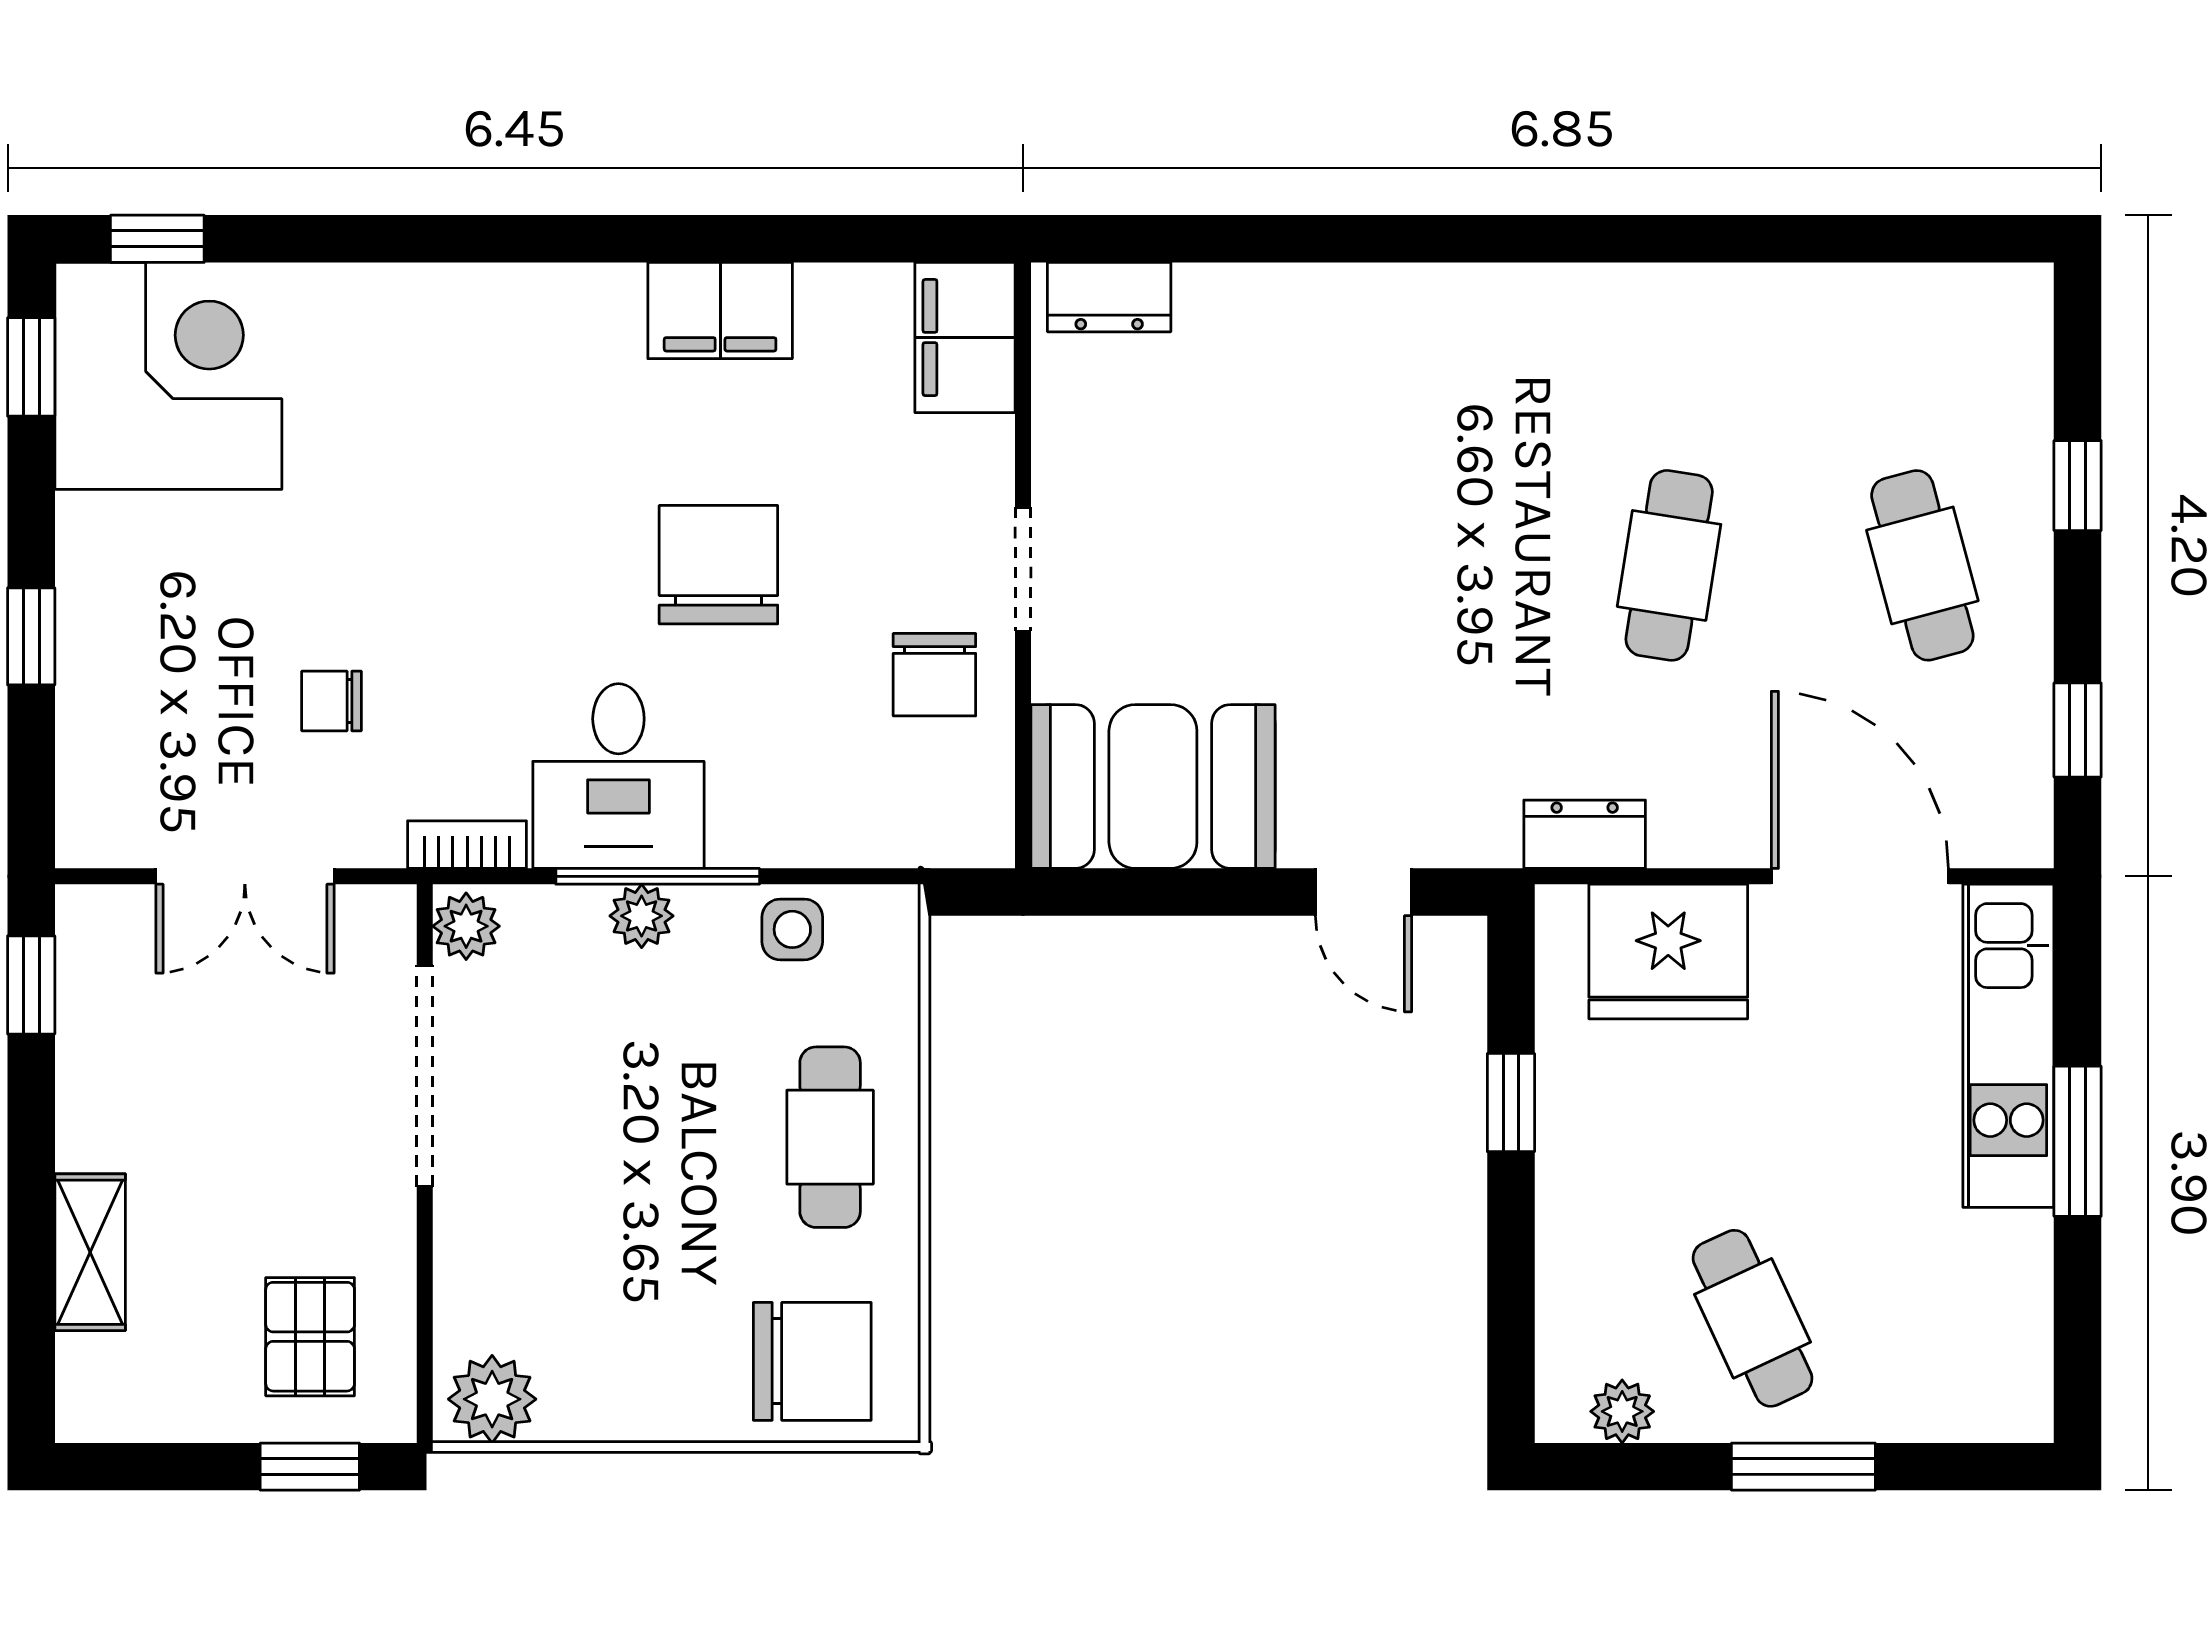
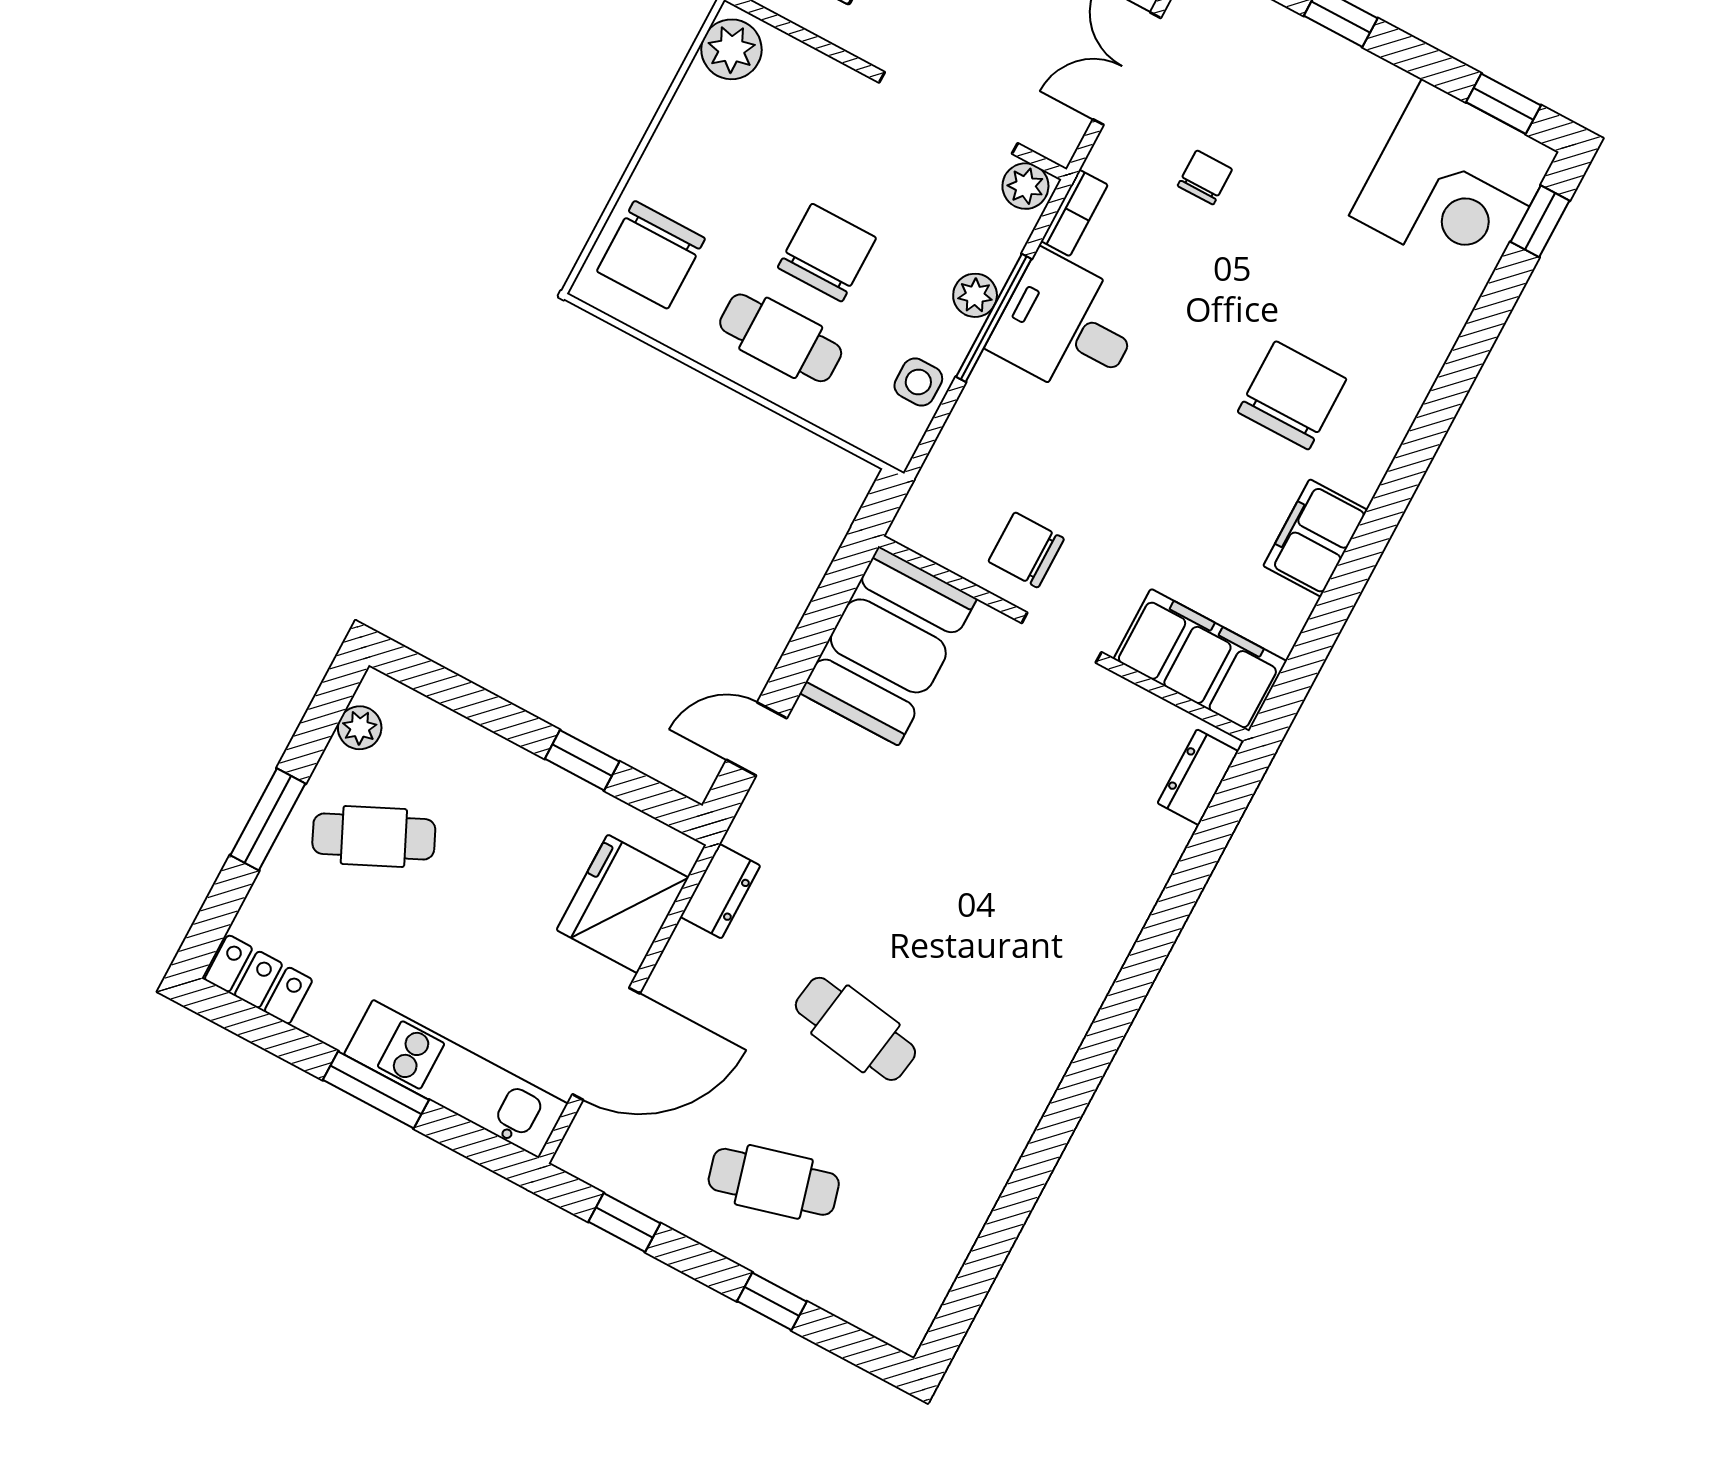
filing cabinet: (965, 338) -> (1200, 660), width x1.50, depth x1.17
chair: (718, 565) -> (1292, 395), moved, turned -90
chair: (688, 1136) -> (827, 253), added
locker: (2016, 1369) -> (258, 980), added

